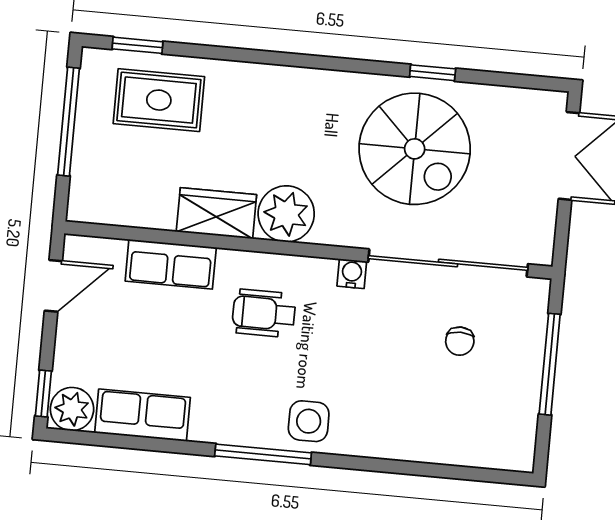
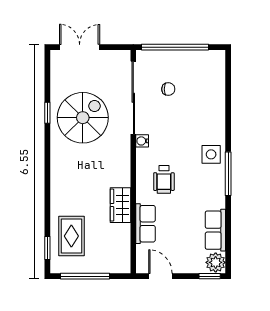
plant: (286, 214) -> (118, 173), removed
window: (550, 364) -> (175, 47), width x1.46

